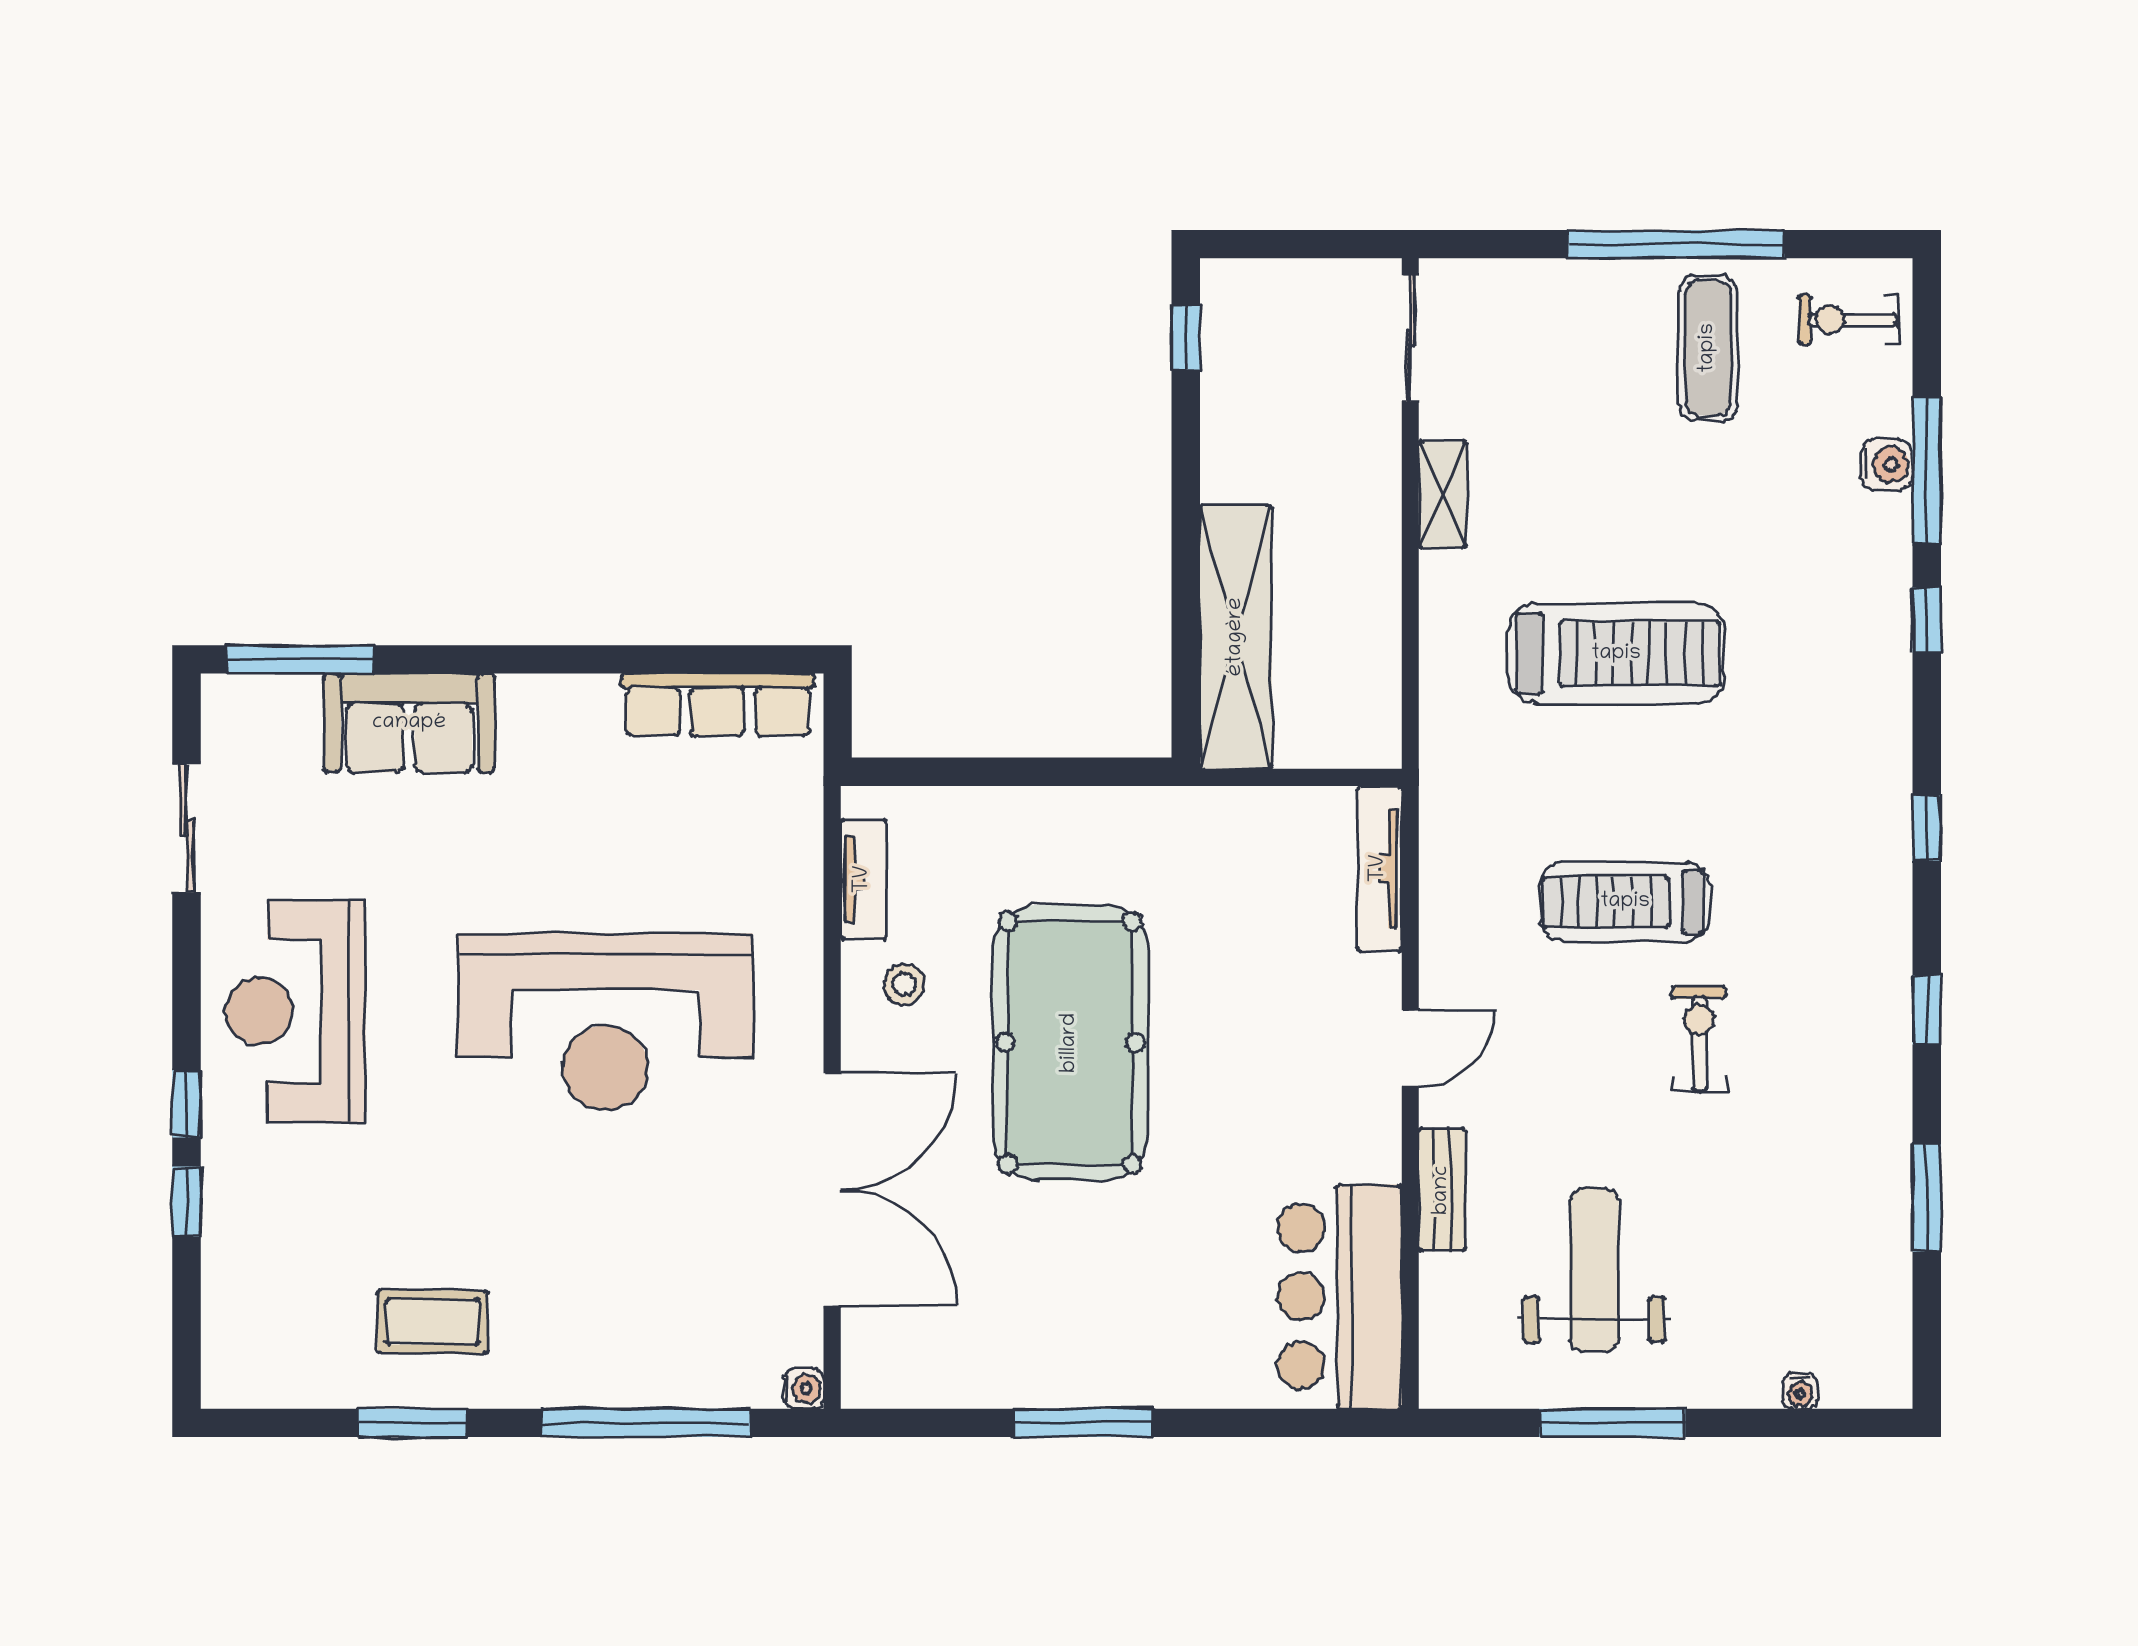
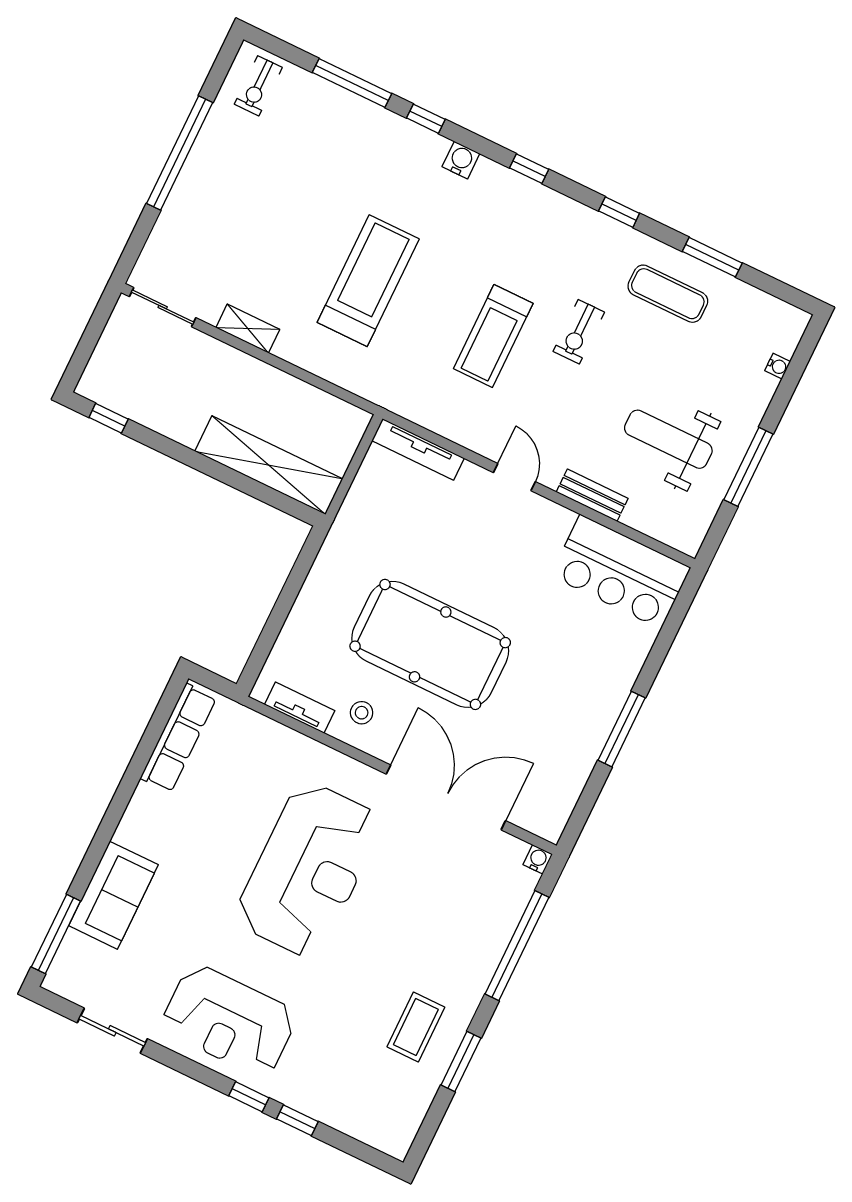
exercise mat: (1708, 348) -> (668, 294), moved
water cooler: (1887, 464) -> (461, 160), moved
exercise bike: (1699, 1039) -> (579, 332), turned -90

